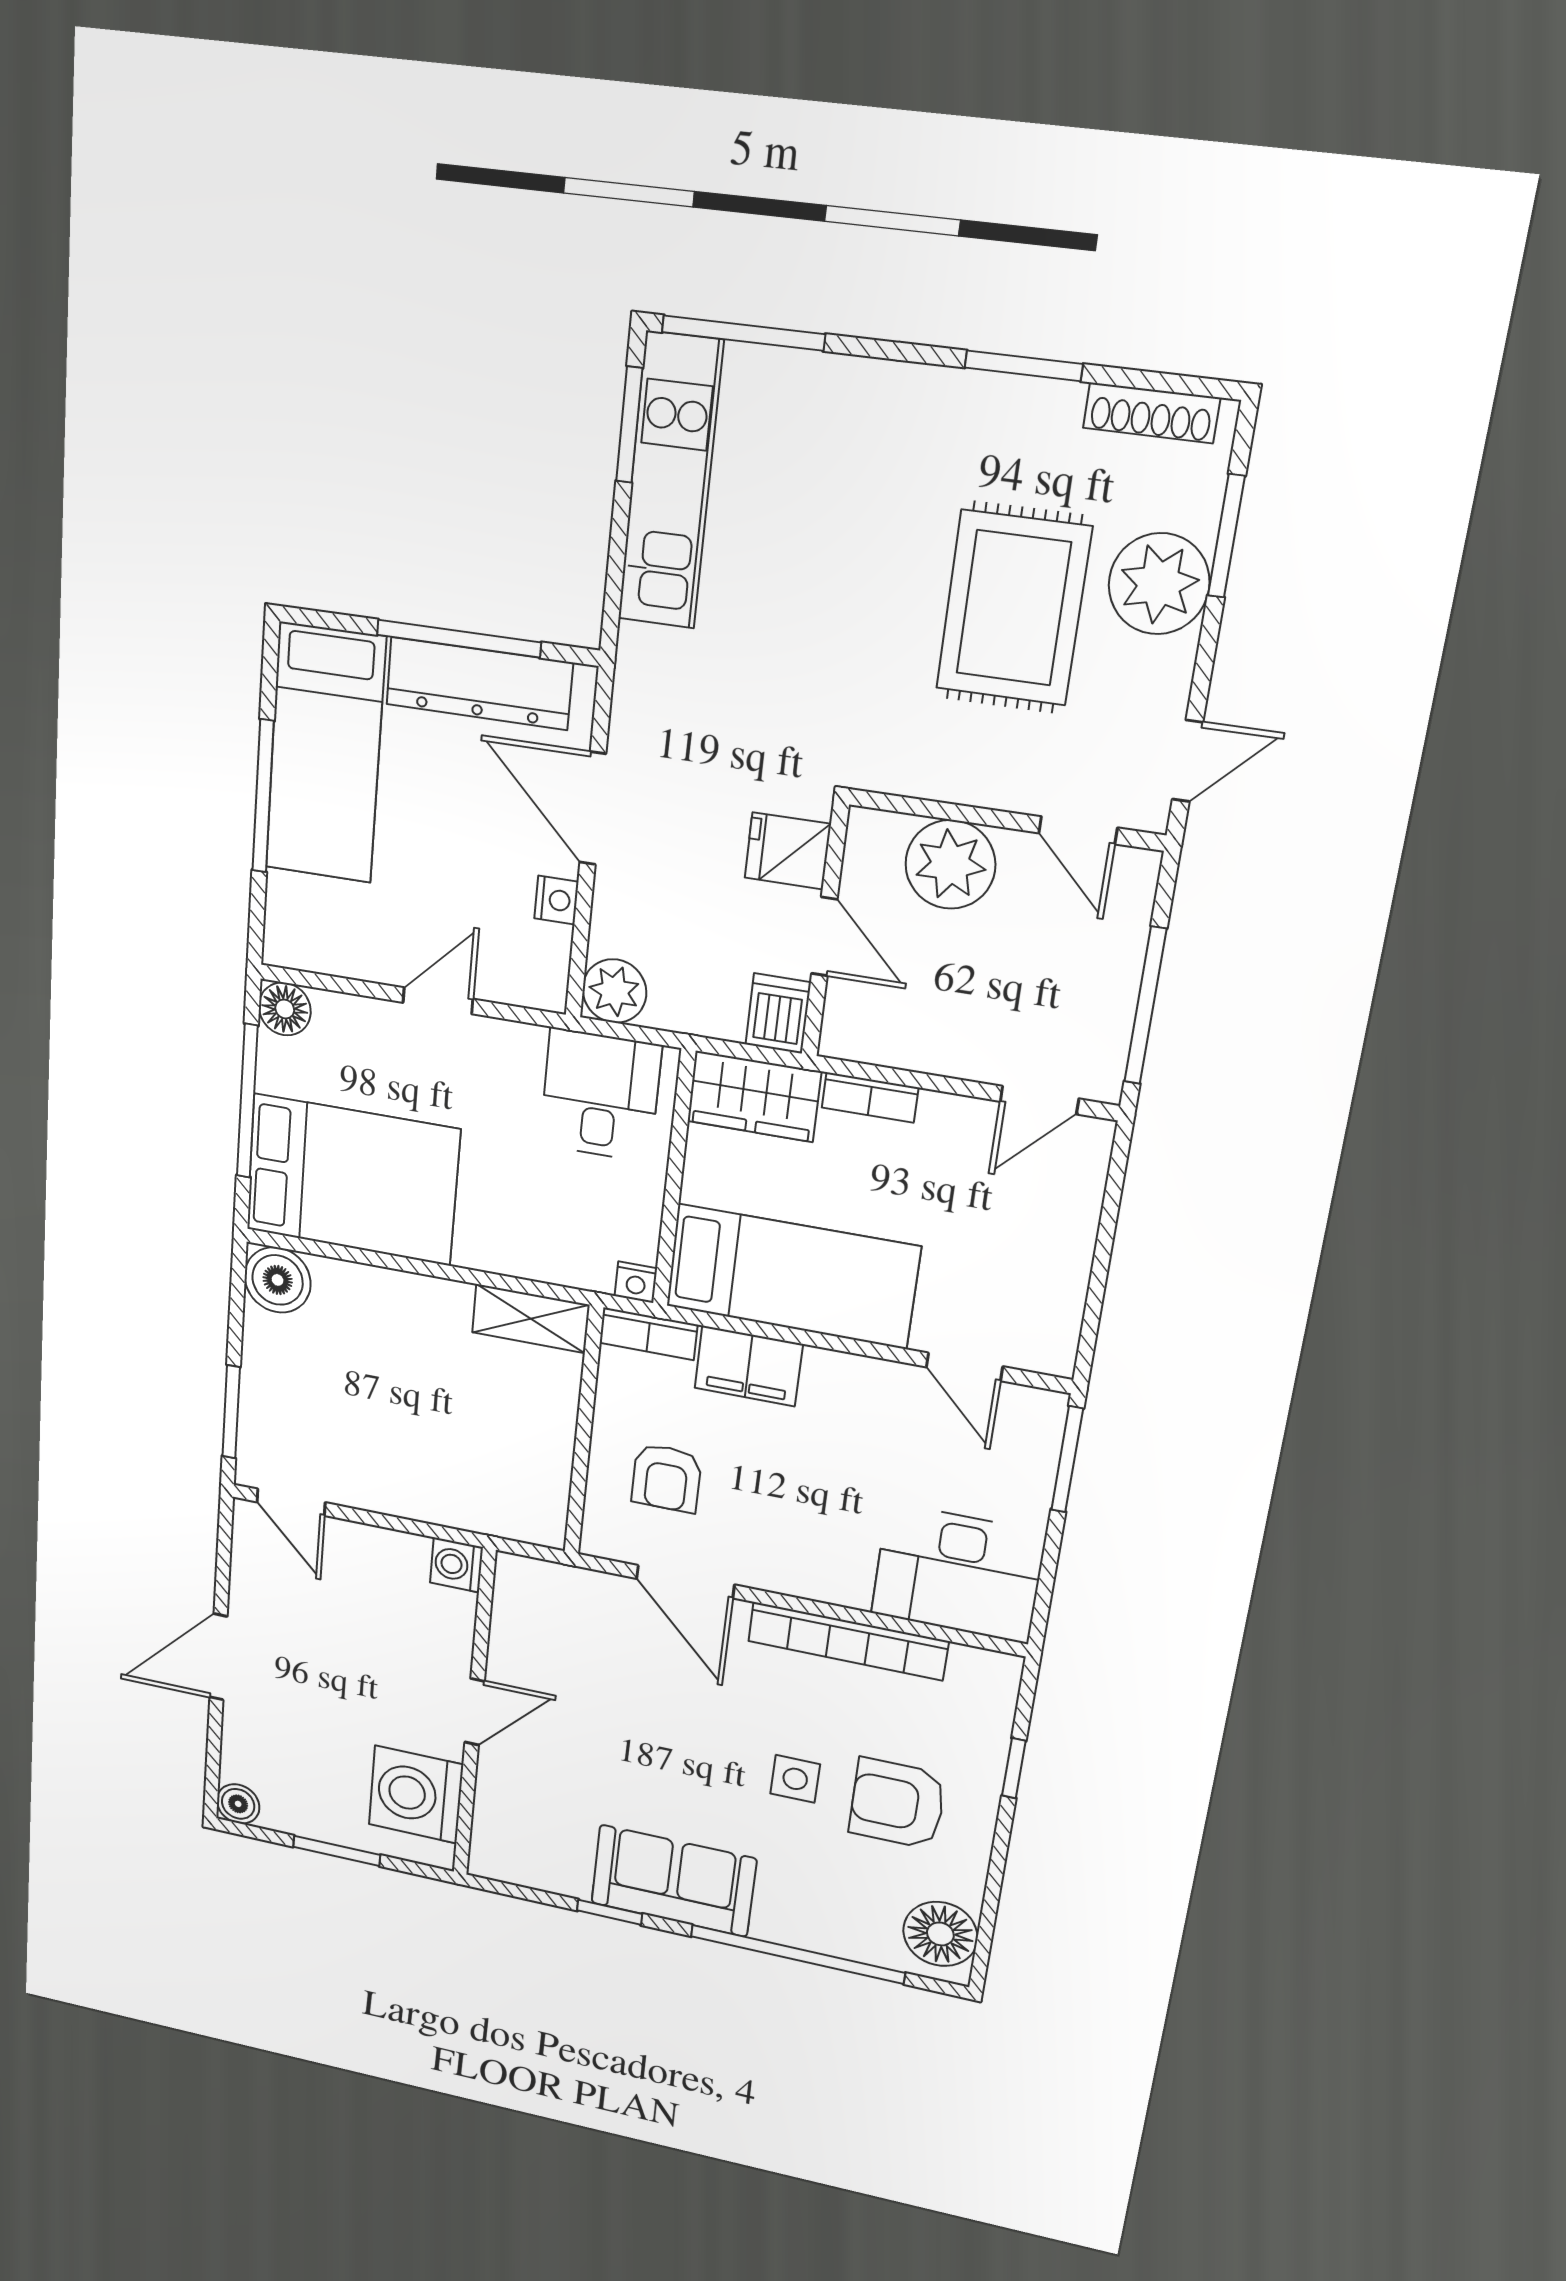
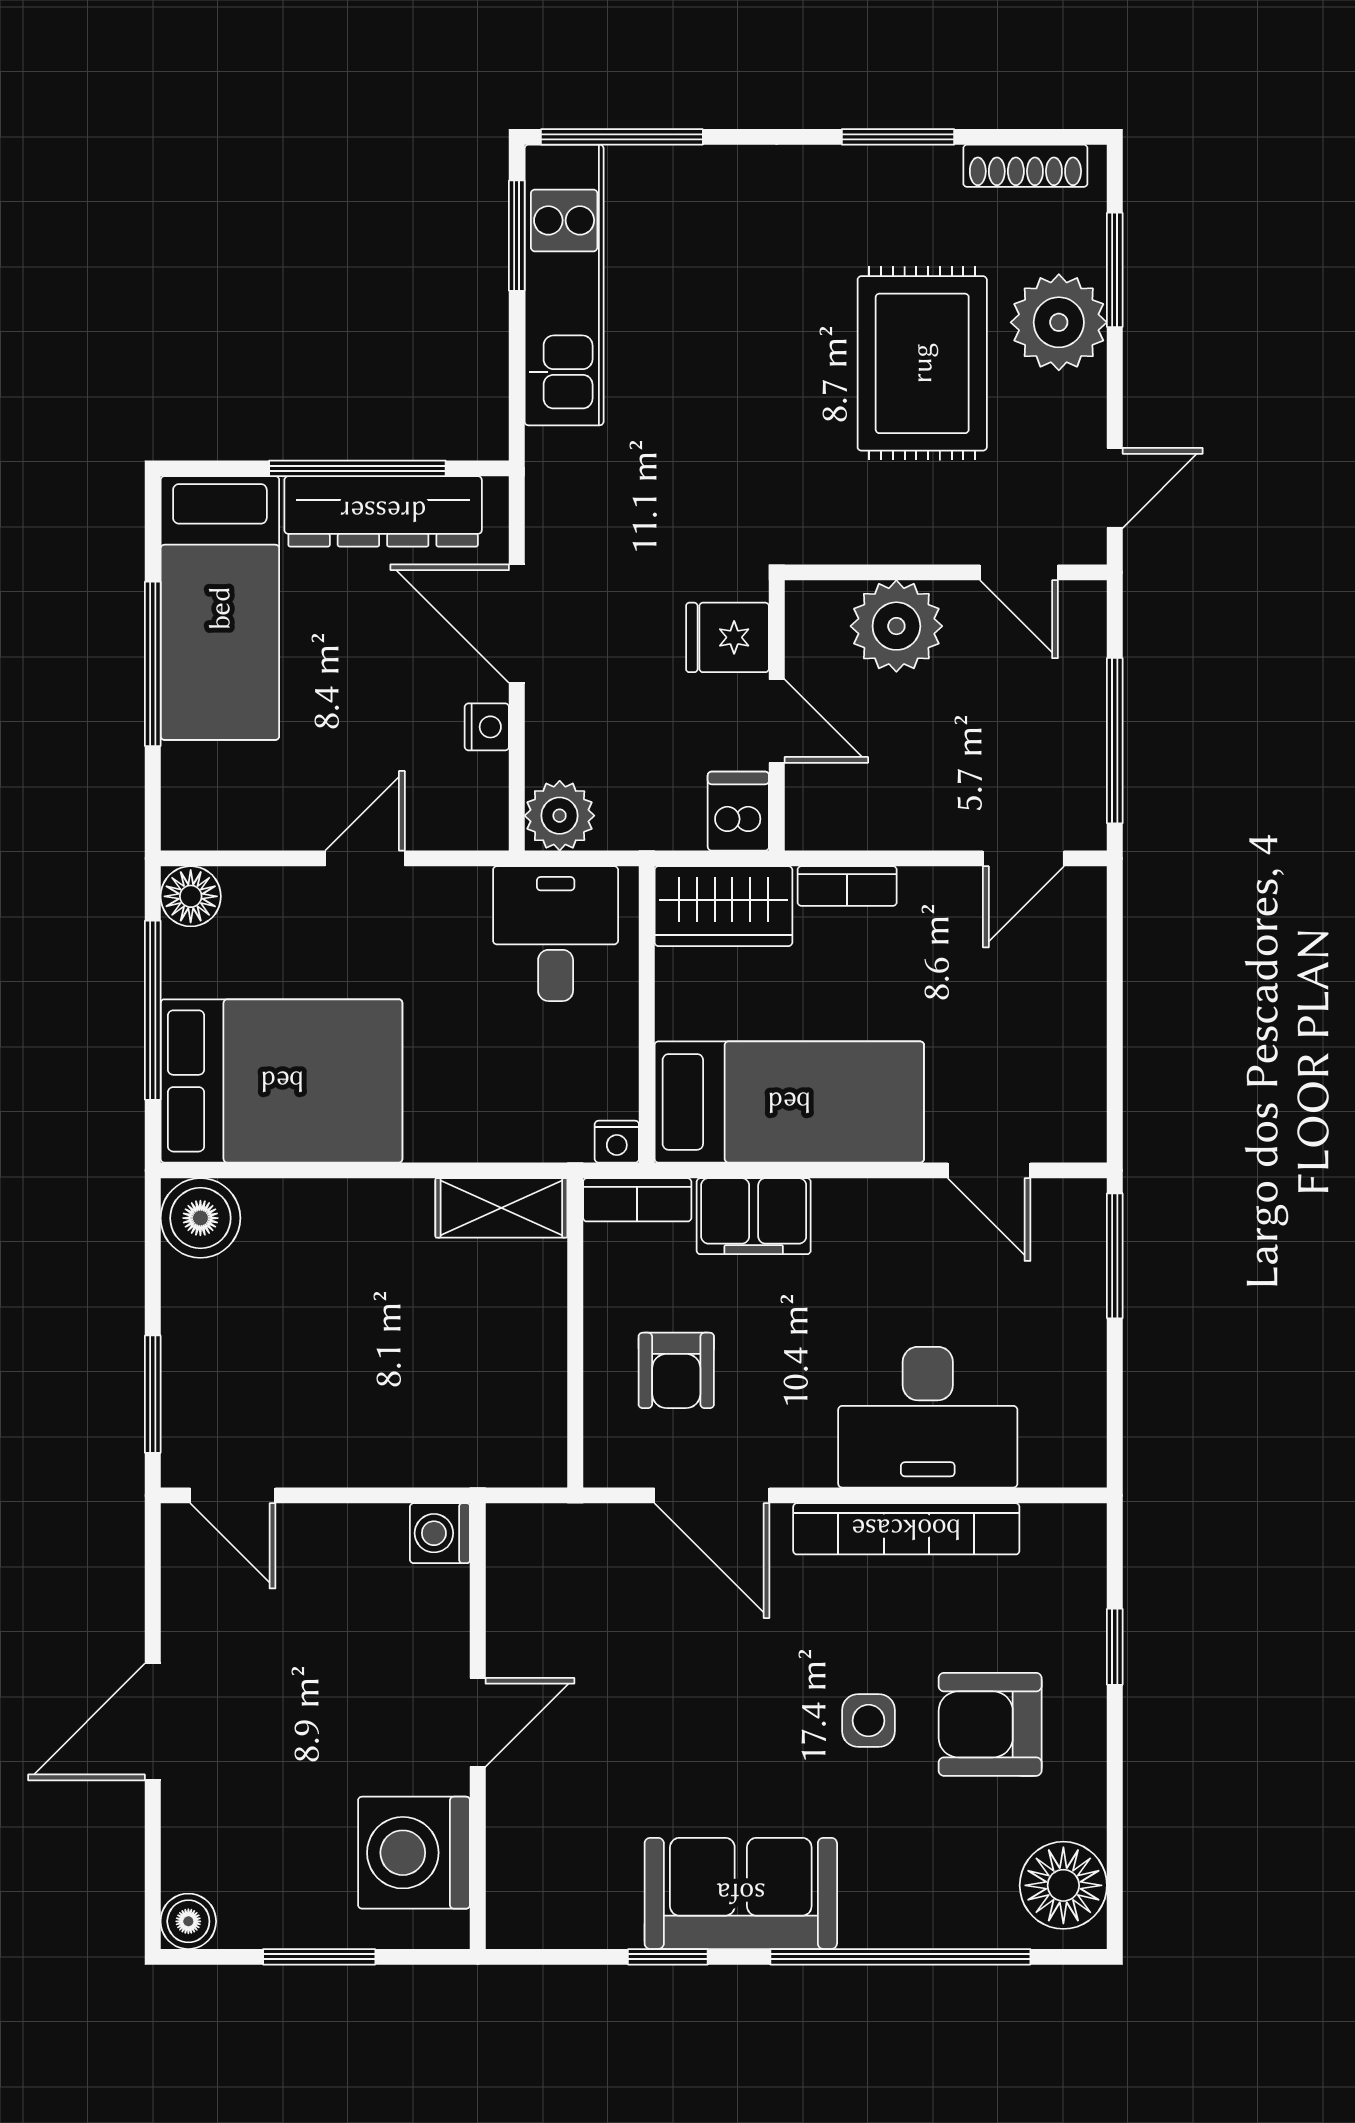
desk: (958, 1573) -> (928, 1417), moved

